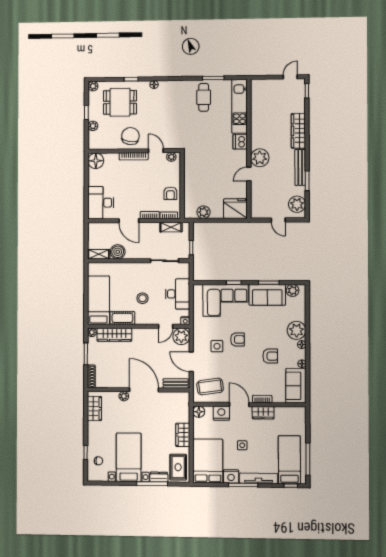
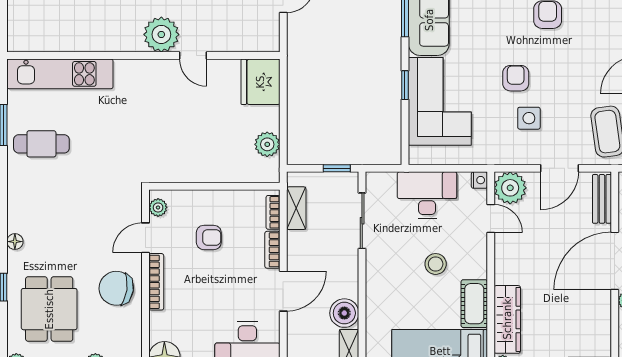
dishwasher: (240, 142) -> (129, 73), removed
armchair: (170, 193) -> (209, 237), moved

